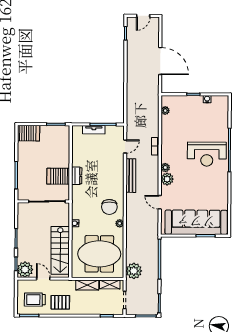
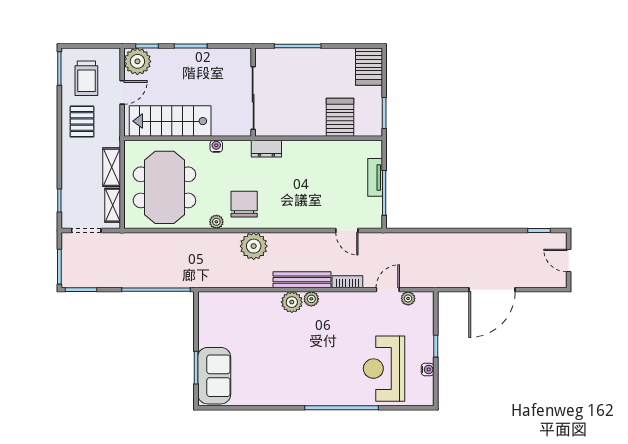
reception desk: (207, 154) -> (384, 369), moved
server rack: (58, 176) -> (340, 117), moved
dresser: (77, 176) -> (266, 149), moved
bench: (131, 176) -> (302, 280), moved
door: (160, 202) -> (388, 290), moved
chair: (109, 207) -> (244, 204), turned 90
sofa: (196, 222) -> (214, 376), width x0.54, depth x0.79
plant: (134, 271) -> (254, 246), moved
trolley: (35, 300) -> (86, 78), turned 180

